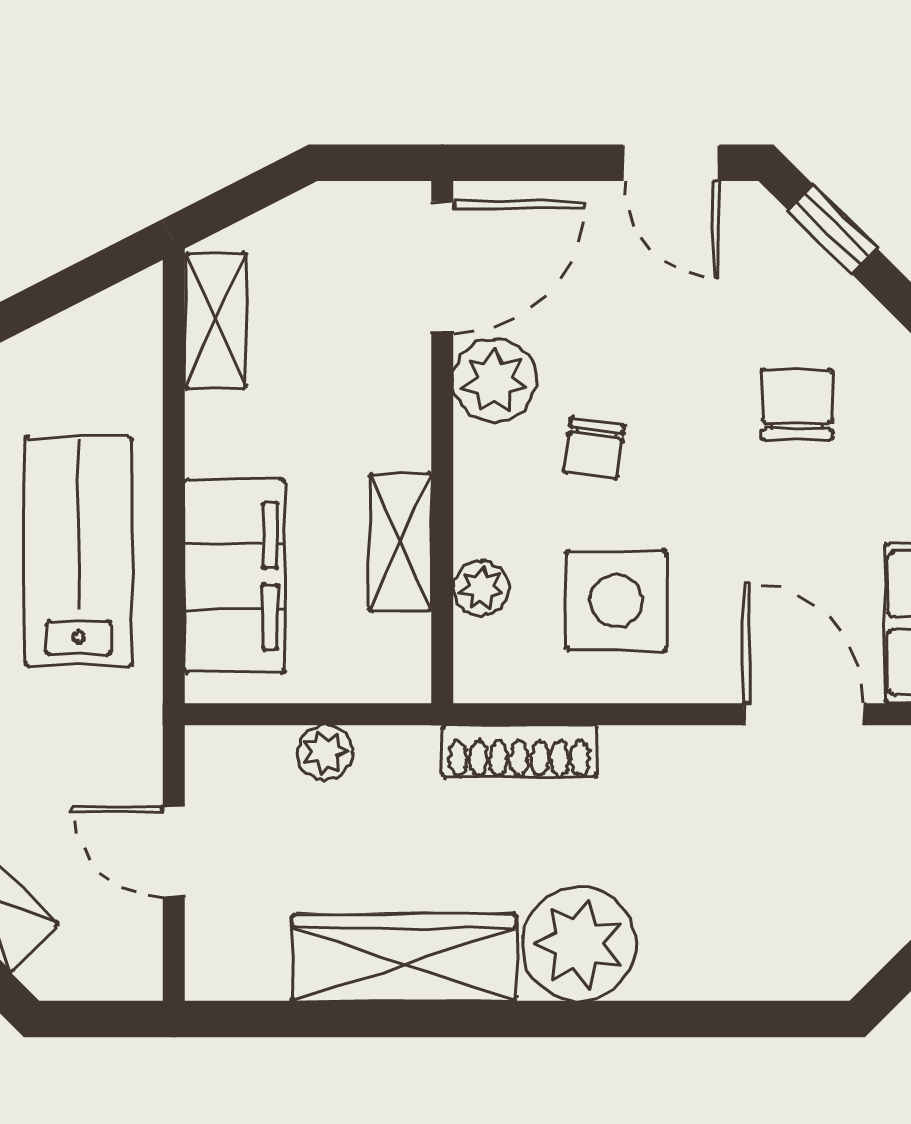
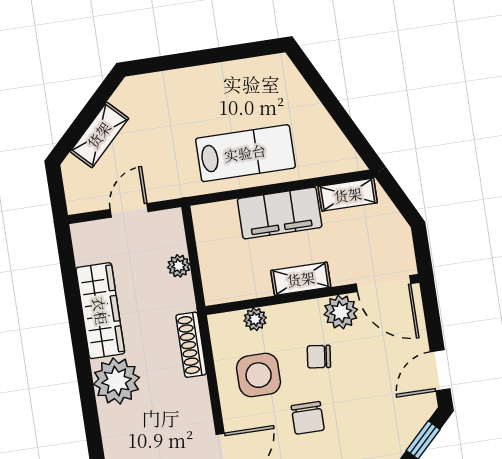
chair: (797, 405) -> (308, 418), moved, turned 90
shelving: (400, 542) -> (301, 279), moved
filing cabinet: (235, 576) -> (280, 213), moved

